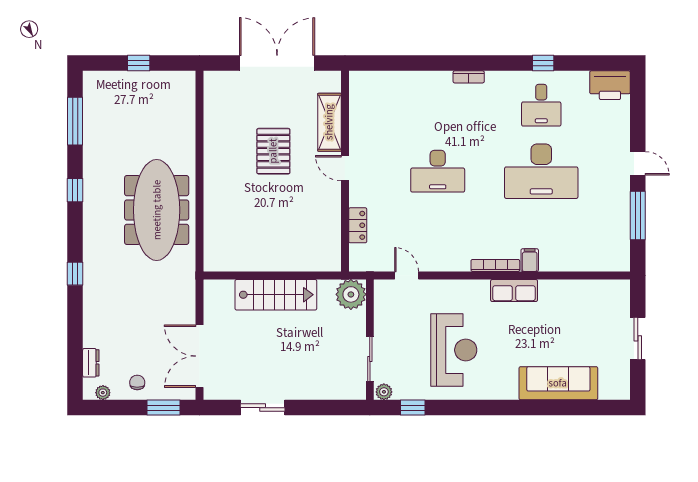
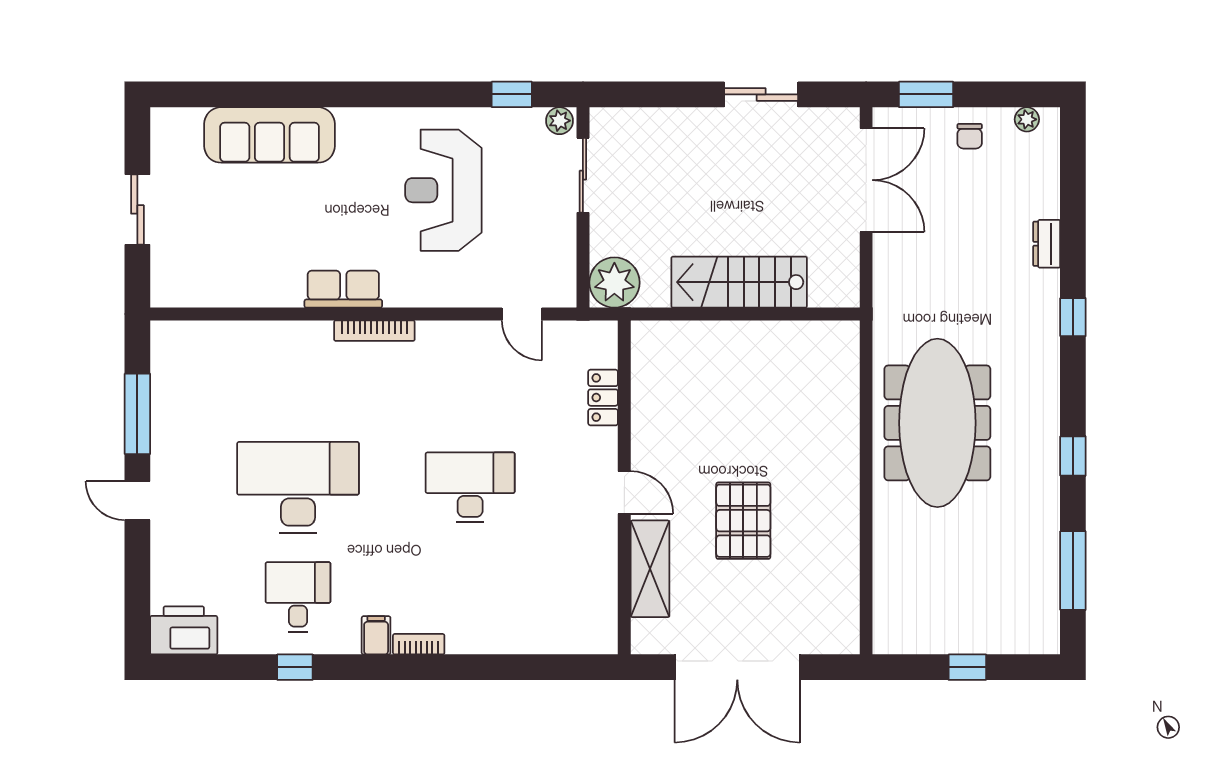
filing cabinet: (530, 260) -> (376, 635), moved, turned 180
dresser: (91, 363) -> (1047, 244), moved

